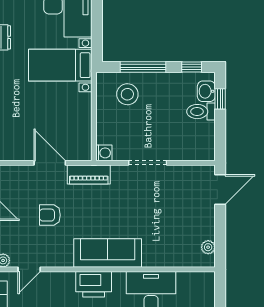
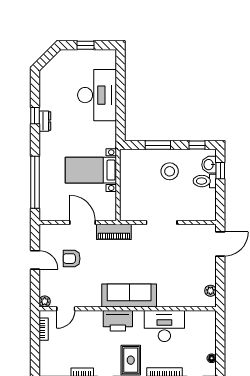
bed with nightstands: (60, 65) -> (91, 170), moved
window: (143, 67) -> (158, 145), width x0.69
stool: (127, 94) -> (170, 171), moved
washing machine: (104, 153) -> (126, 214), removed
armchair: (50, 215) -> (72, 259), moved

